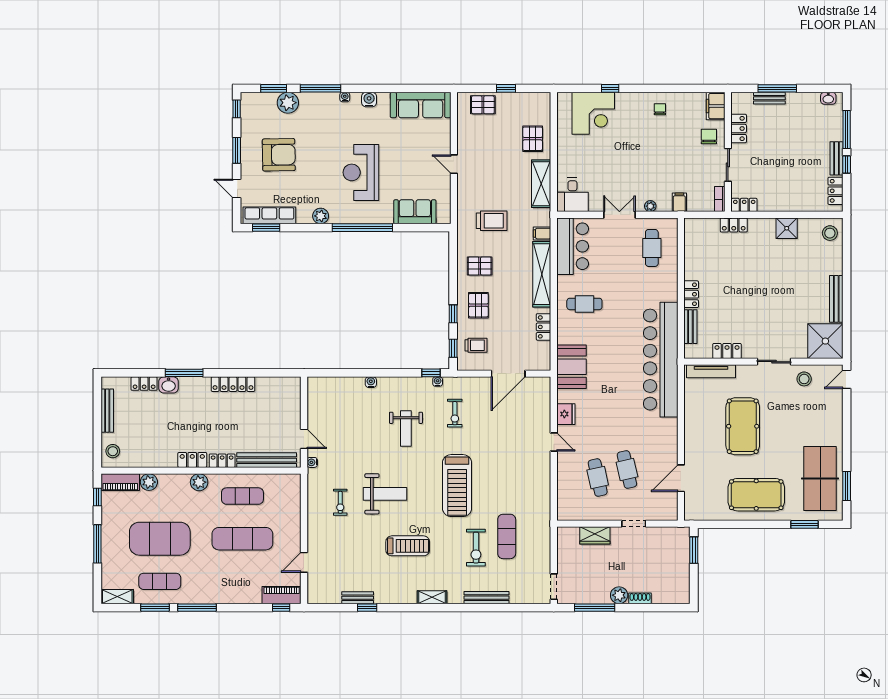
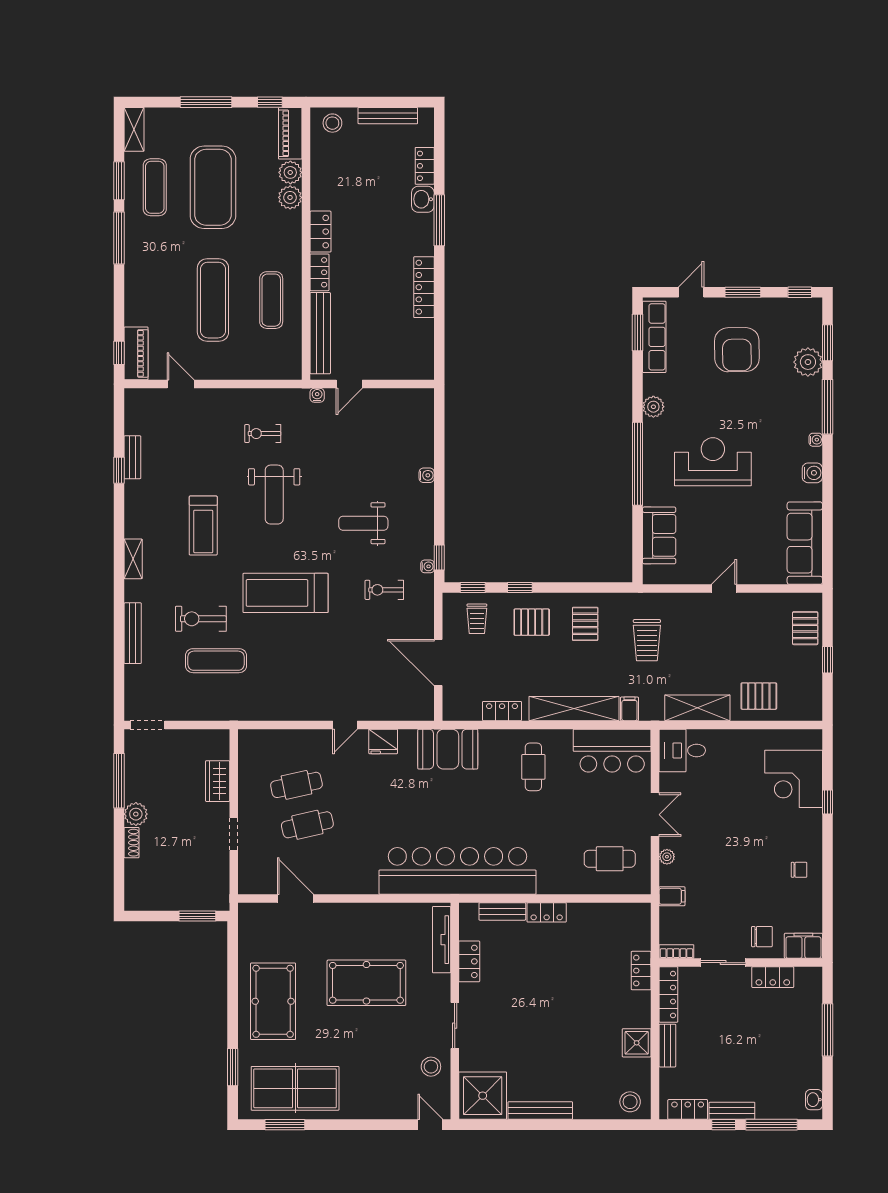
bench: (769, 98) -> (667, 1046), moved
locker: (744, 205) -> (668, 995), width x1.53
plant: (199, 482) -> (290, 197), moved

